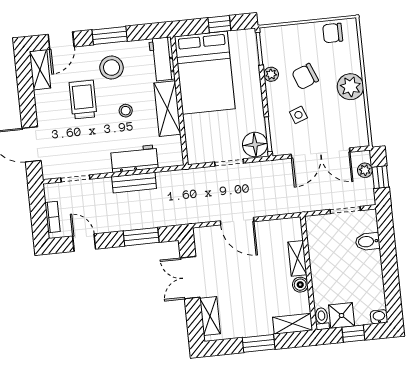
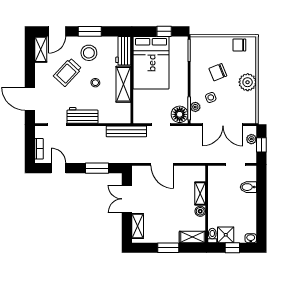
plant: (271, 74) -> (195, 107), moved
trolley: (83, 100) -> (68, 72), turned -137
workbench: (134, 159) -> (83, 115), moved
bench: (134, 183) -> (126, 131), moved, width x1.36

